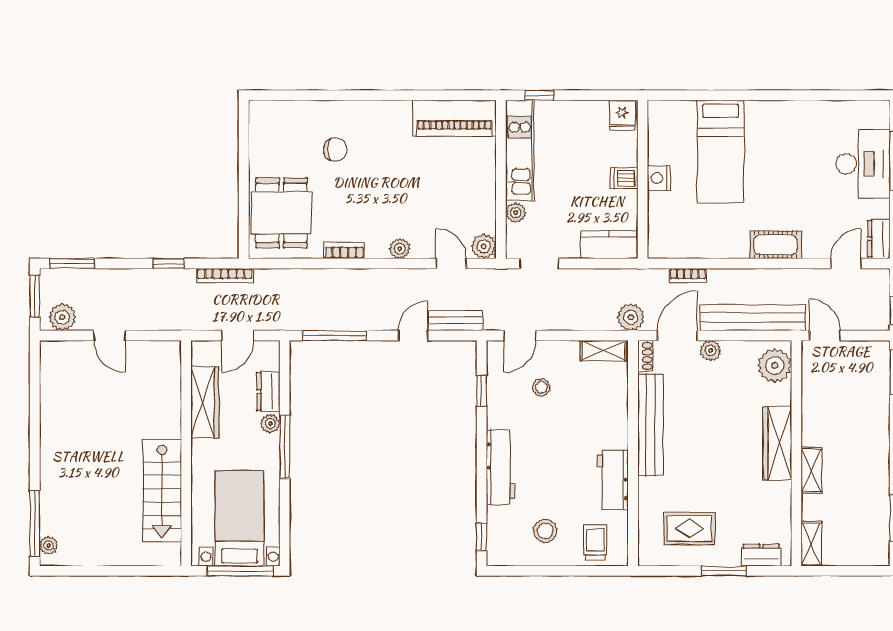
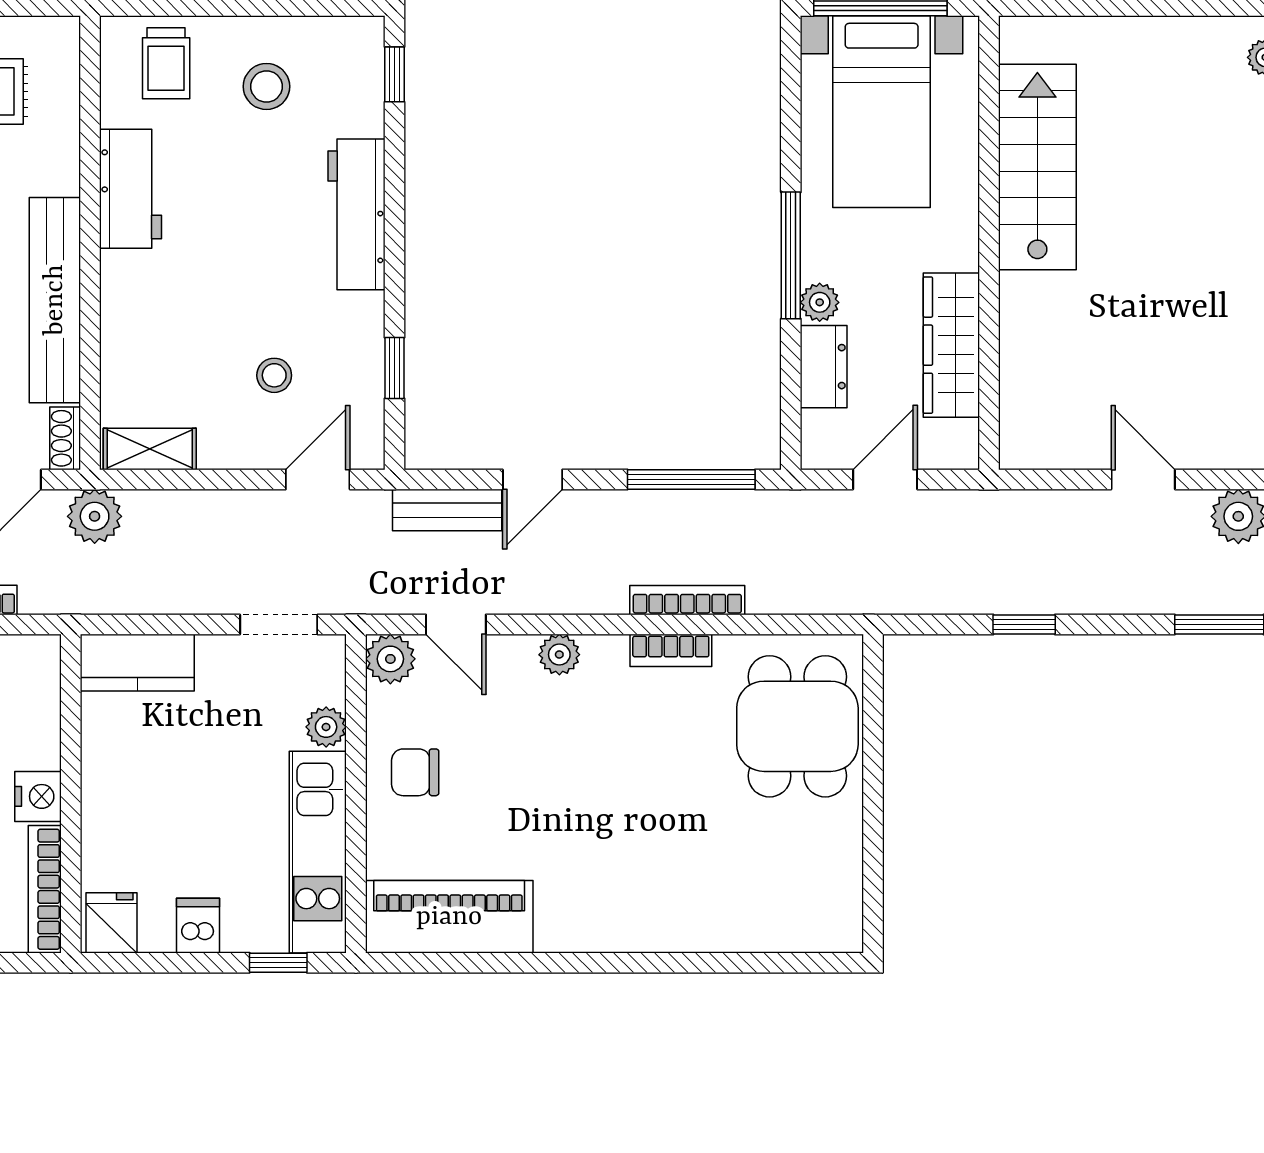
bookcase: (655, 132) -> (45, 889), added
chair: (335, 149) -> (415, 772), moved
dishwasher: (624, 178) -> (198, 926), moved, turned -90
bookcase: (225, 276) -> (687, 600), moved

